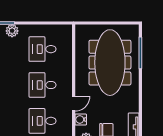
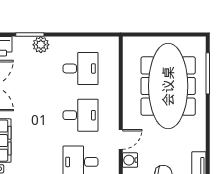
desk: (43, 49) -> (81, 69), turned 180
desk: (43, 85) -> (81, 115), turned 180

